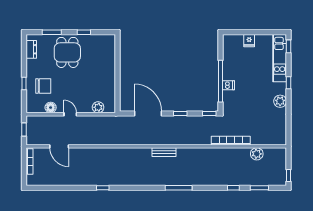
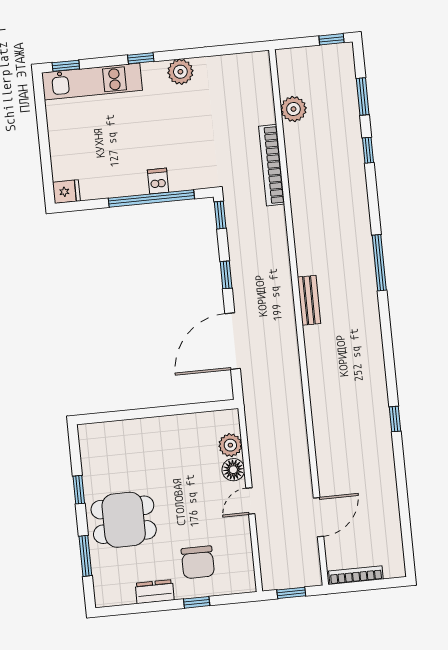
fridge: (249, 41) -> (66, 192), moved
dresser: (31, 49) -> (155, 592), moved
chair: (43, 86) -> (198, 562), turned 180
floor lamp: (51, 108) -> (233, 470), moved

